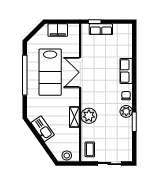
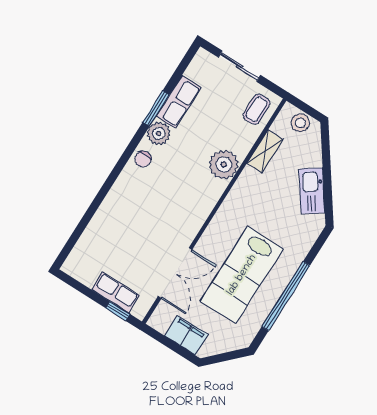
row of seats: (126, 71) -> (179, 102), moved
lab bench: (50, 72) -> (242, 275), turned 180
double door: (80, 72) -> (175, 273), moved
shelving: (74, 117) -> (265, 151), moved

